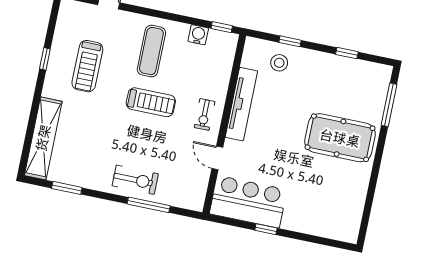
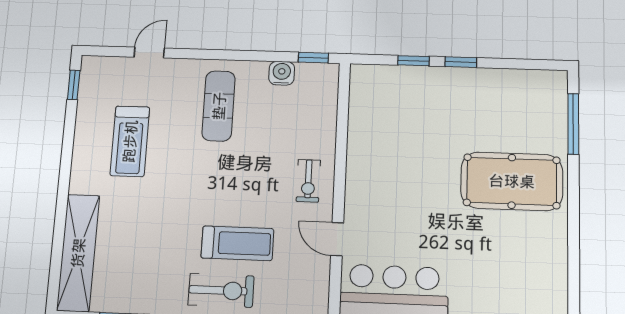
window: (347, 53) -> (461, 62), moved
window: (45, 59) -> (74, 85), moved
stool: (279, 63) -> (404, 92), removed
treadmill: (151, 102) -> (237, 243), moved
tv unit: (241, 104) -> (359, 158), removed

